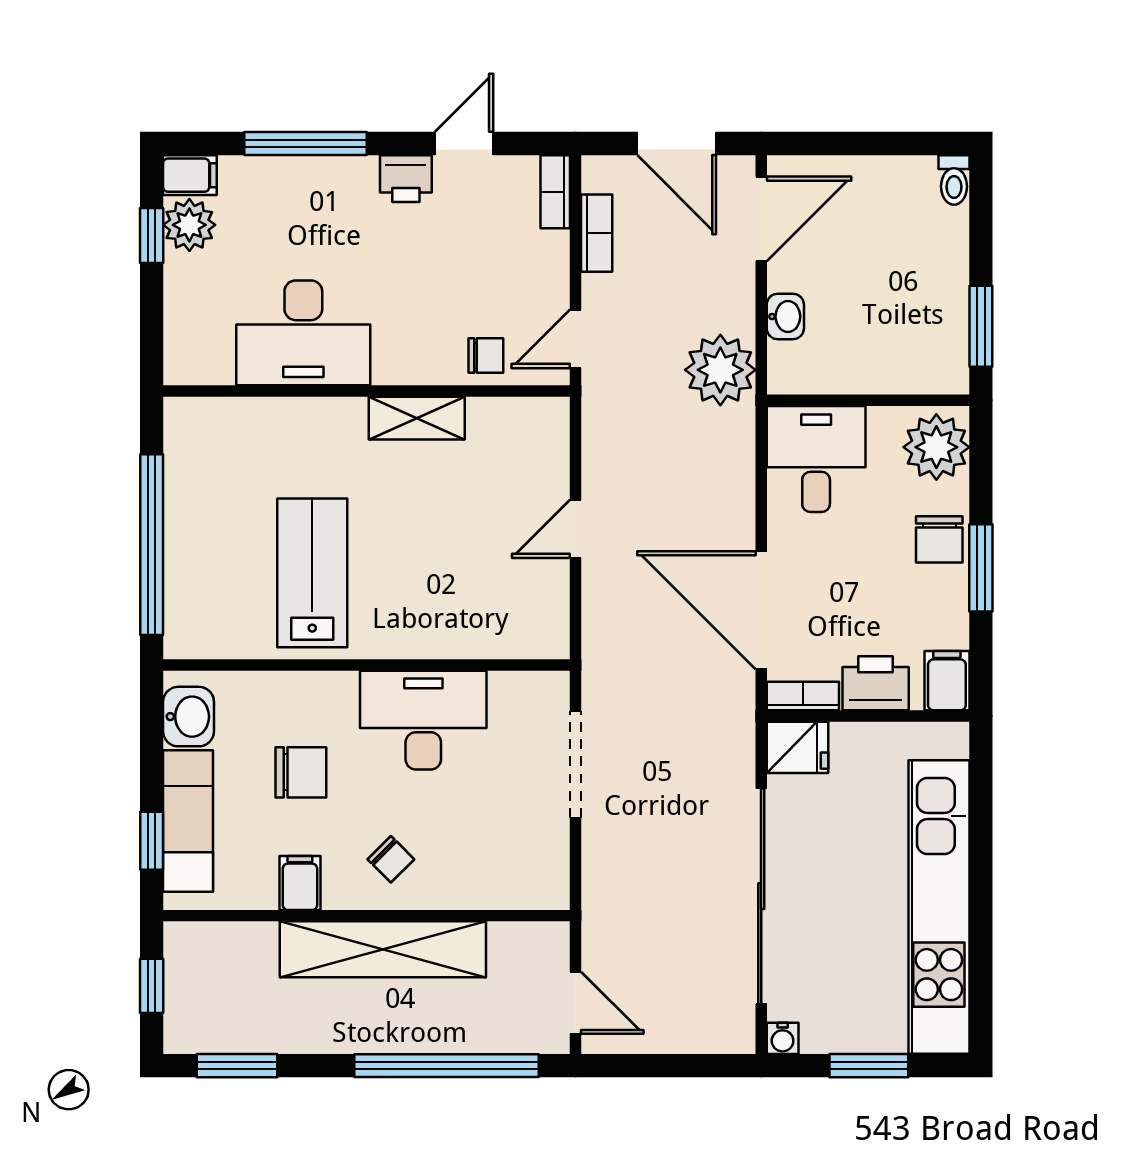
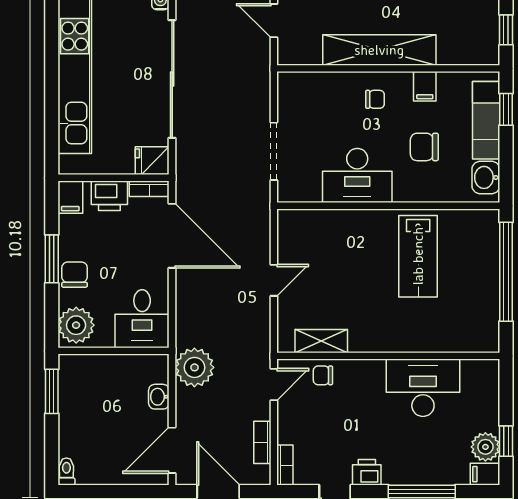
shelving: (417, 418) -> (321, 341), moved
chair: (391, 859) -> (375, 99), turned 135

